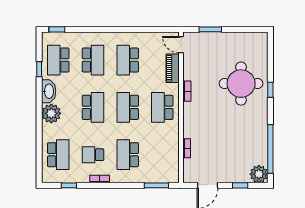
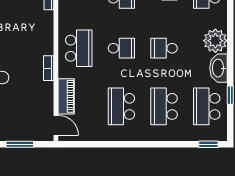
school desk: (58, 60) -> (207, 106), turned 180
school desk: (128, 60) -> (121, 106), turned 180
school desk: (93, 107) -> (164, 48), width x0.54
school desk: (128, 107) -> (121, 48), width x0.54

